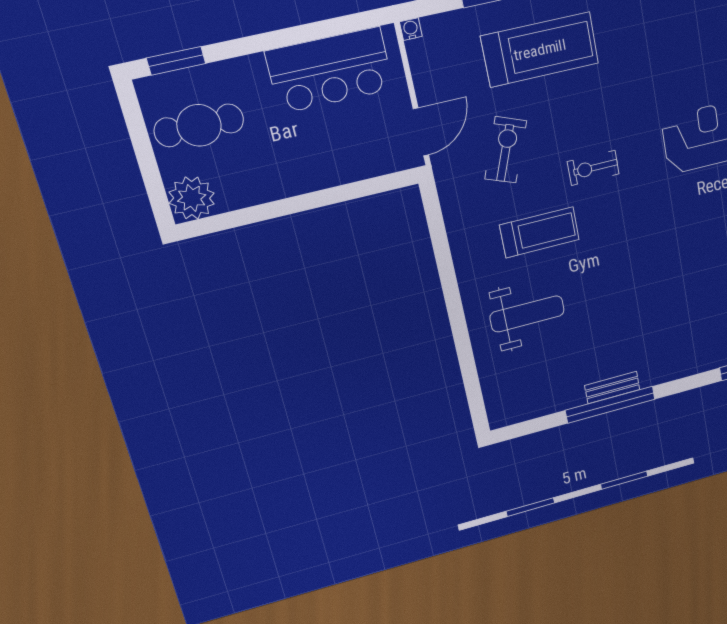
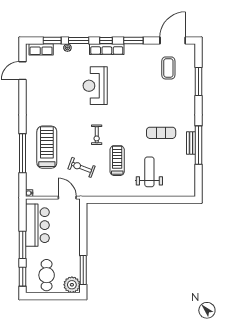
window: (265, 42) -> (23, 245), added
window: (240, 218) -> (83, 270), added
exercise mat: (624, 316) -> (161, 133), added

